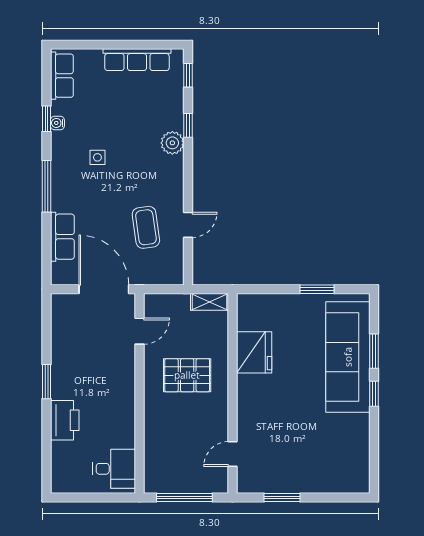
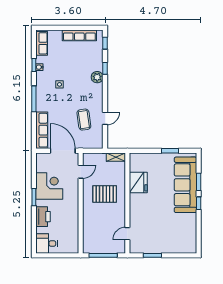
row of seats: (62, 237) -> (42, 130), width x1.48
corner desk: (77, 359) -> (49, 186), added
desk: (114, 469) -> (47, 244), moved, turned 180

